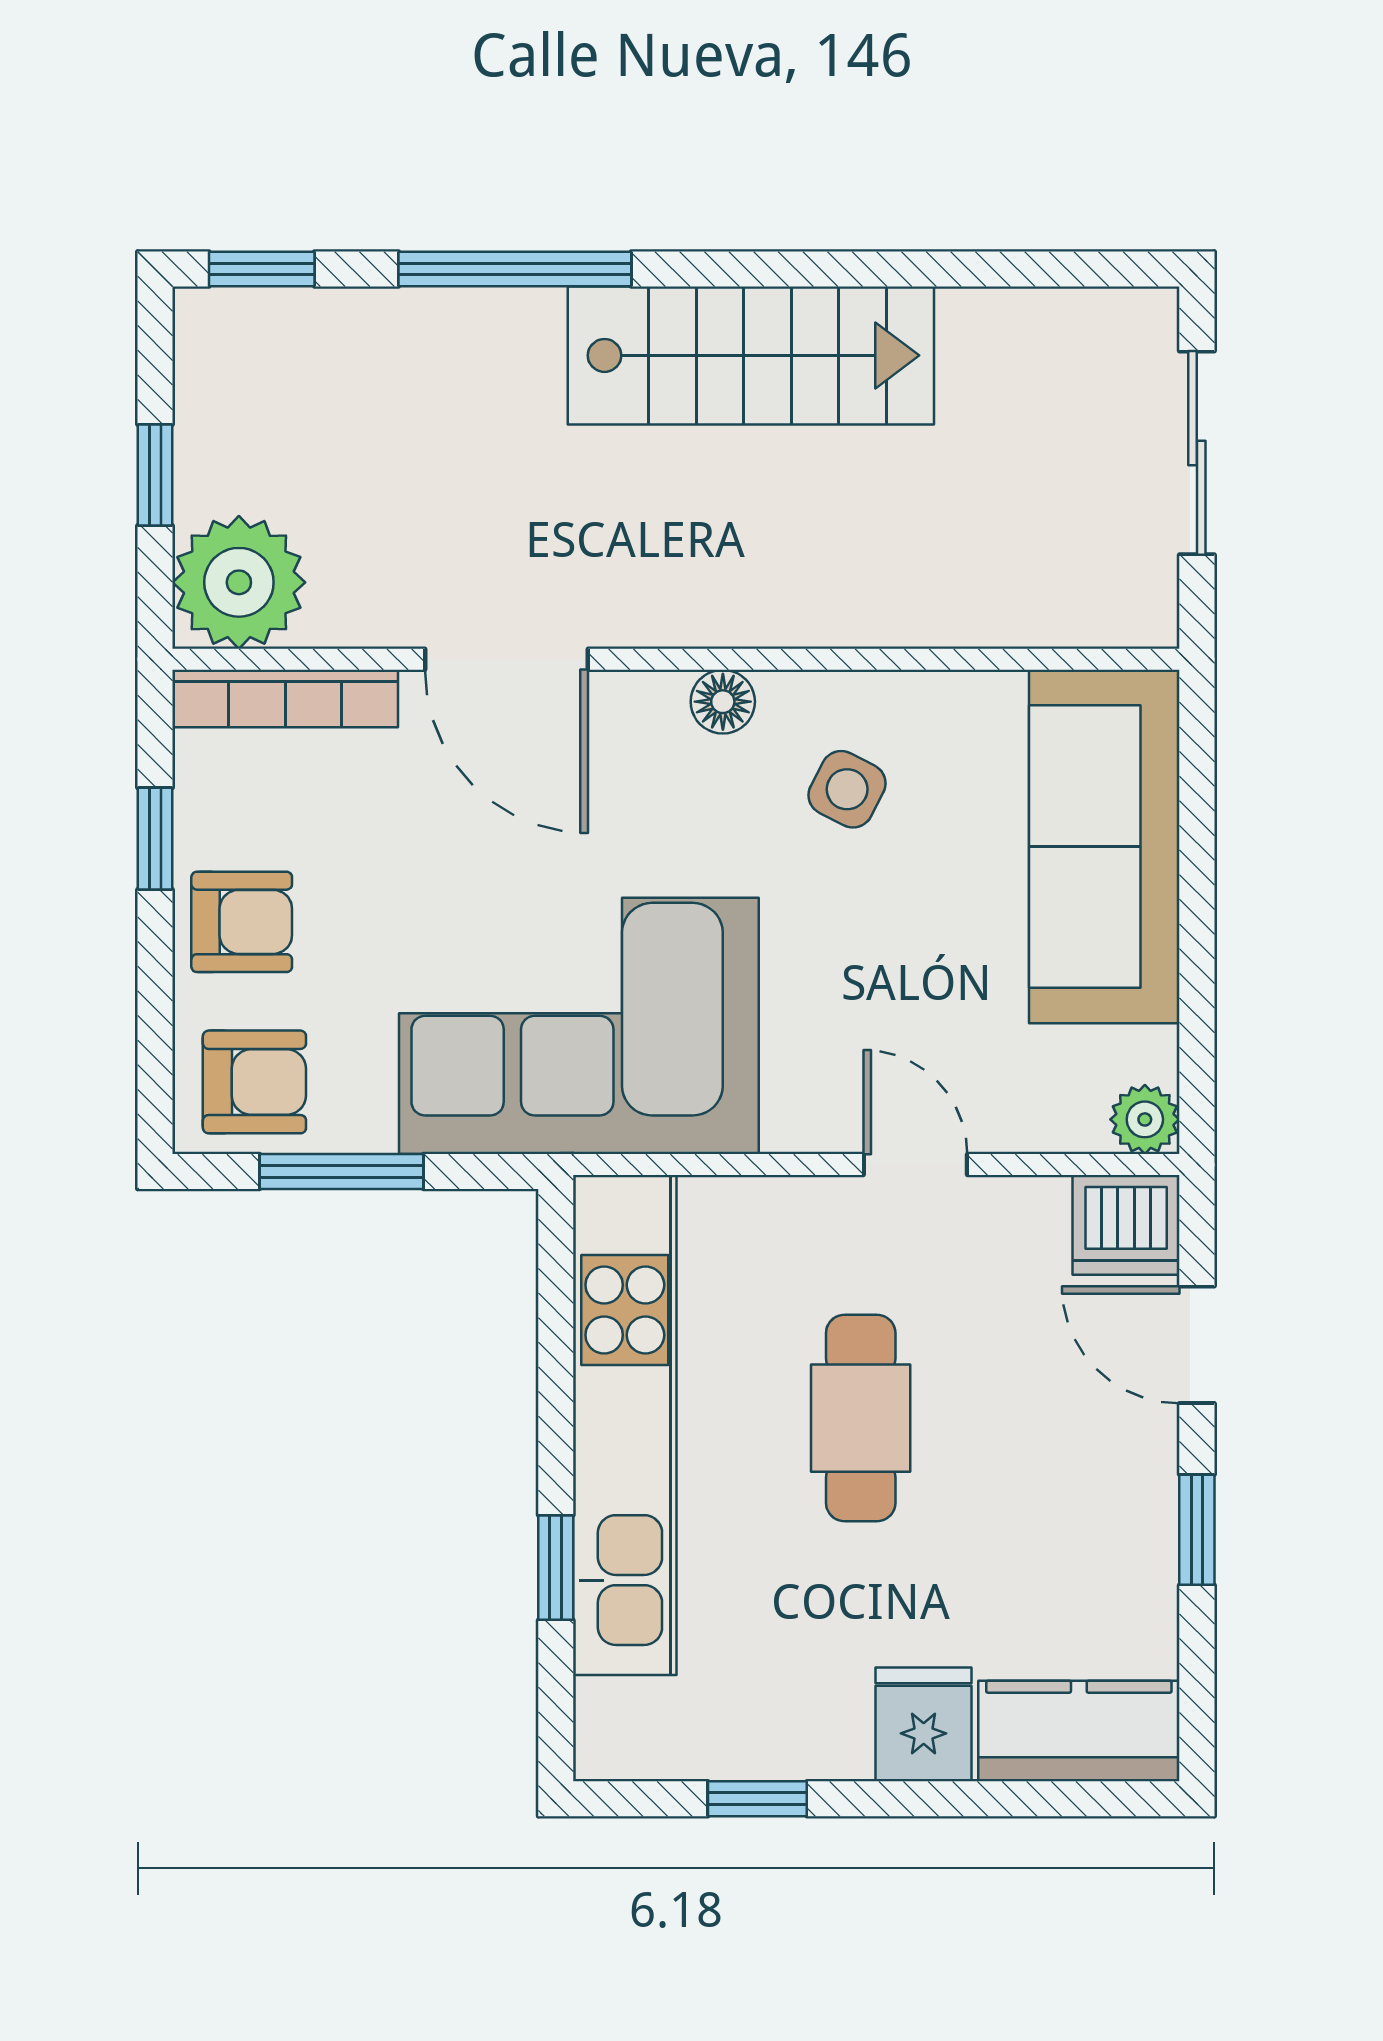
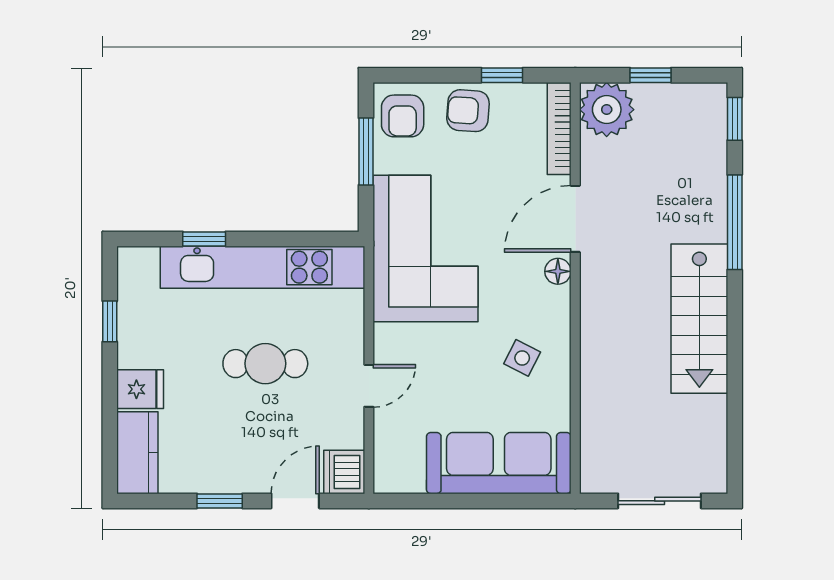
floor lamp: (723, 702) -> (558, 271), moved
armchair: (242, 922) -> (468, 111), turned 94
plant: (1145, 1119) -> (387, 480), removed

